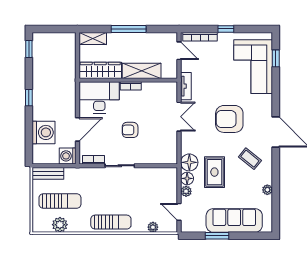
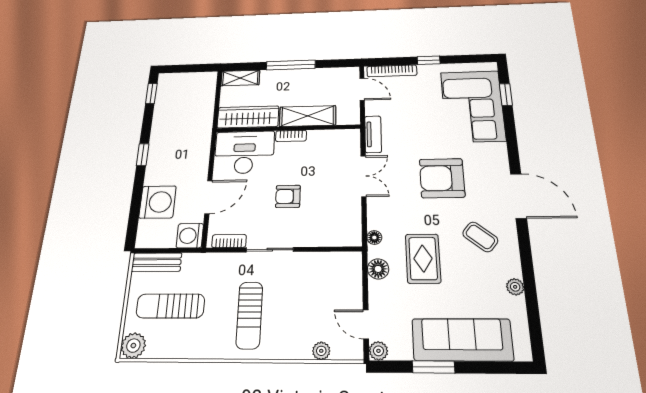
floor lamp: (189, 162) -> (374, 238), width x0.53, depth x0.53
plant: (186, 191) -> (378, 351), moved
sun lounger: (60, 201) -> (170, 306), turned 180
sun lounger: (111, 222) -> (249, 315), moved, turned 90
plant: (60, 225) -> (133, 346), moved

